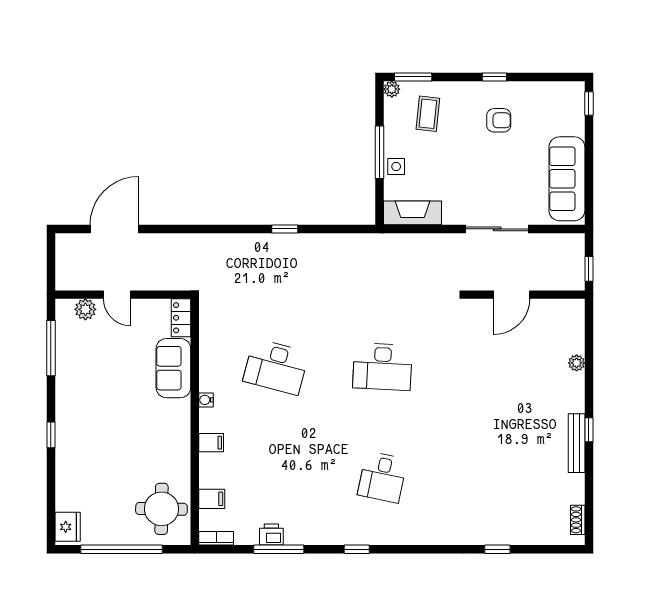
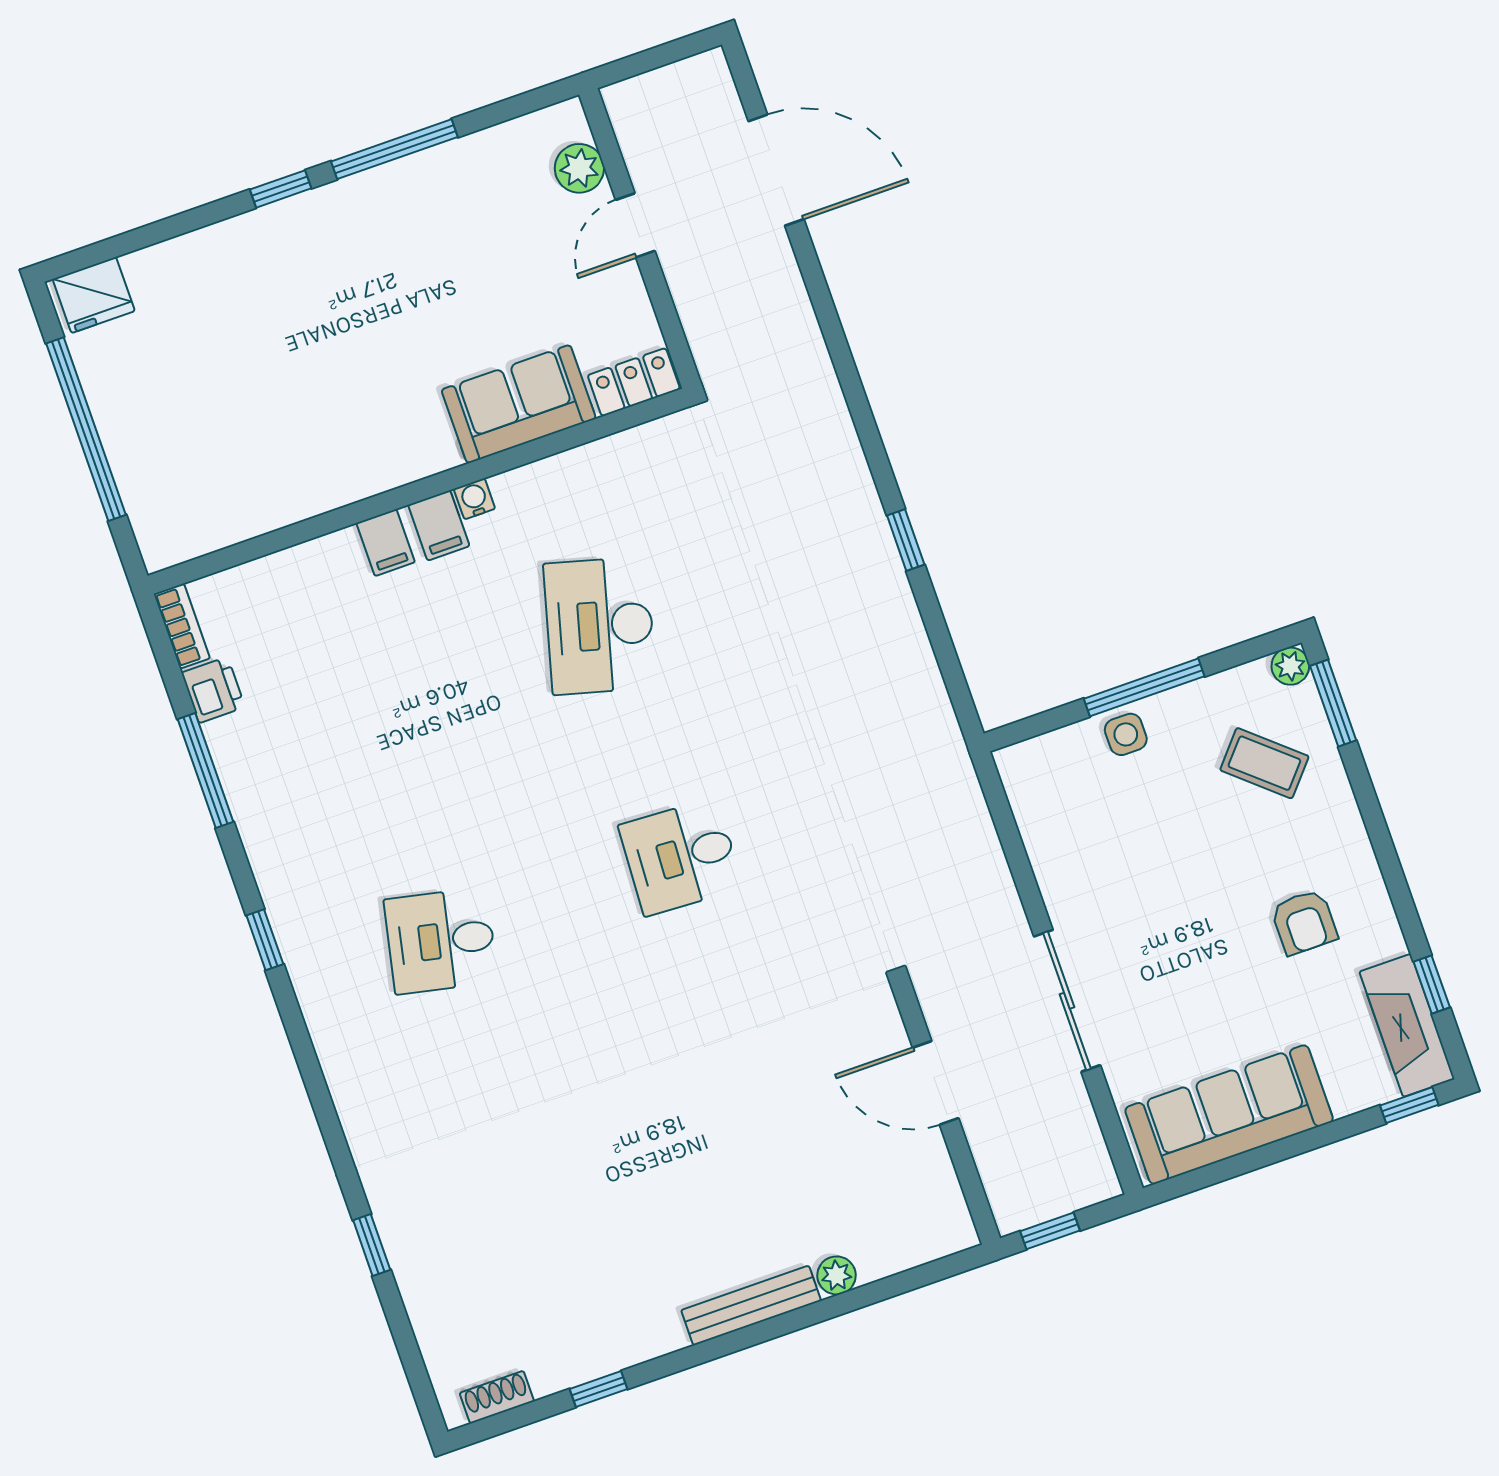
window: (494, 77) -> (1432, 984), moved
coffee table: (428, 114) -> (1264, 763), turned 35
fireplace: (413, 213) -> (1407, 1025), moved, turned 180
window: (51, 348) -> (394, 149), moved
desk: (382, 367) -> (681, 857), width x0.73
window: (589, 430) -> (599, 1389), moved
bench: (577, 443) -> (751, 1306), moved
filing cabinet: (212, 499) -> (439, 525), moved
round table: (161, 509) -> (204, 485), removed
printer: (271, 535) -> (213, 690), moved

